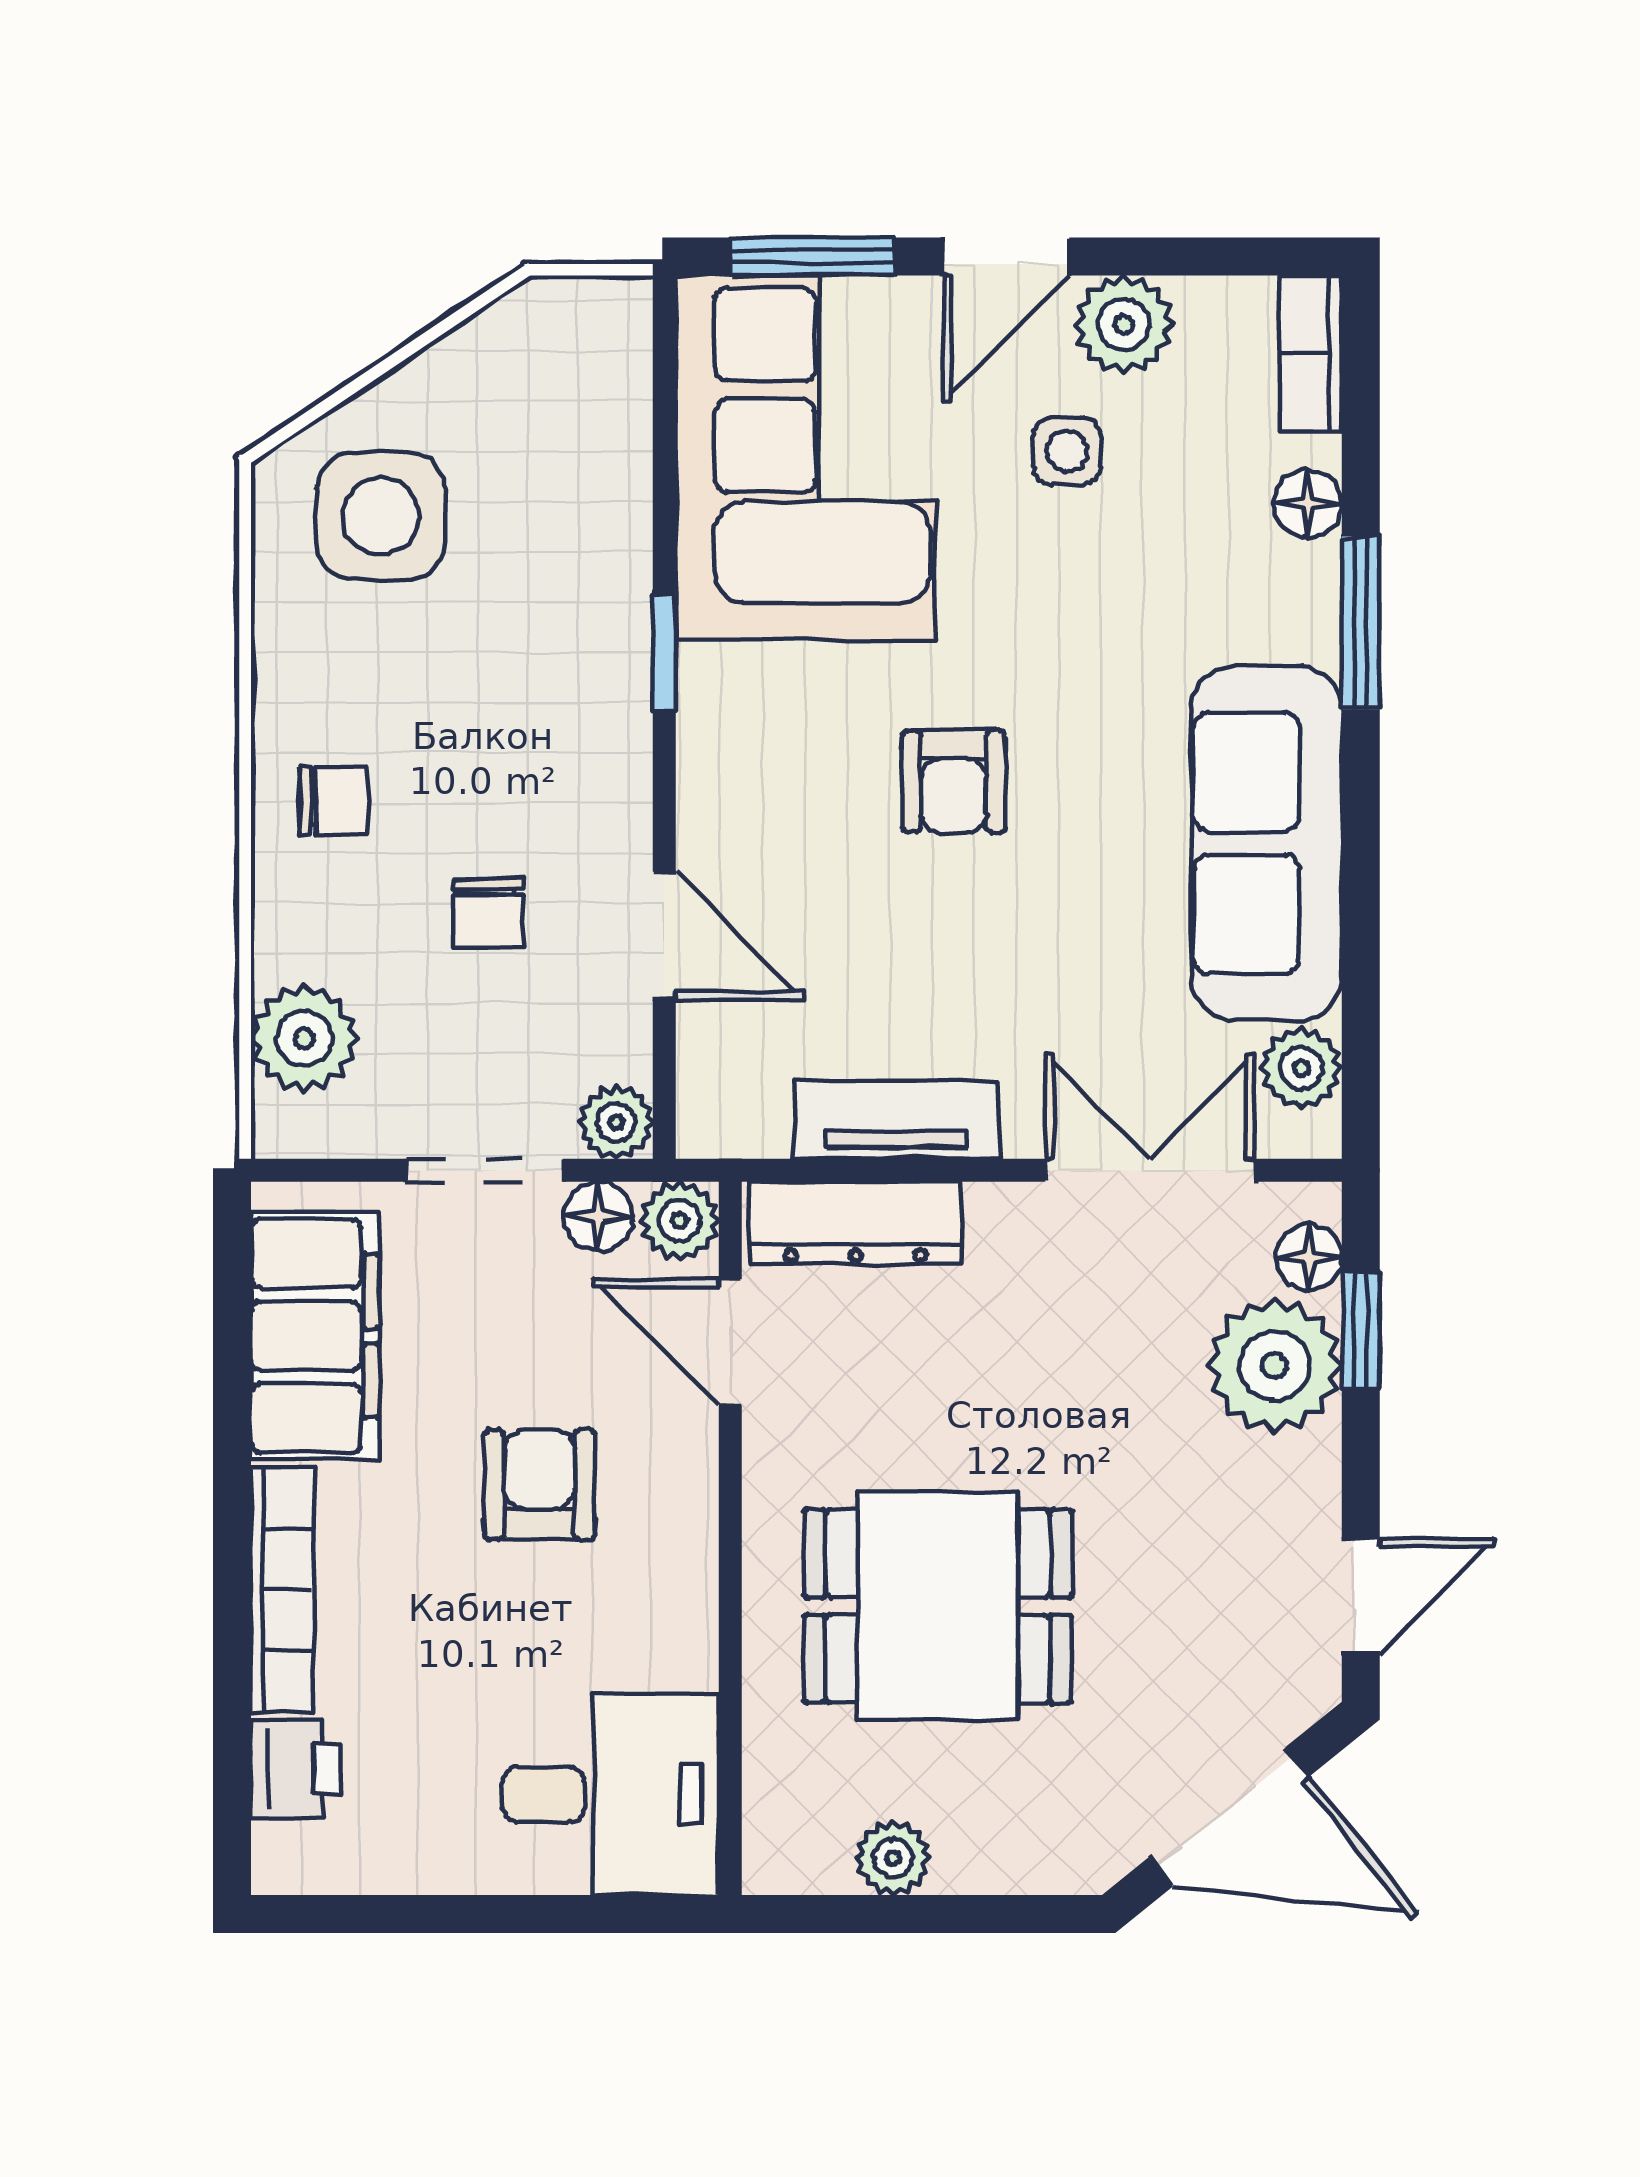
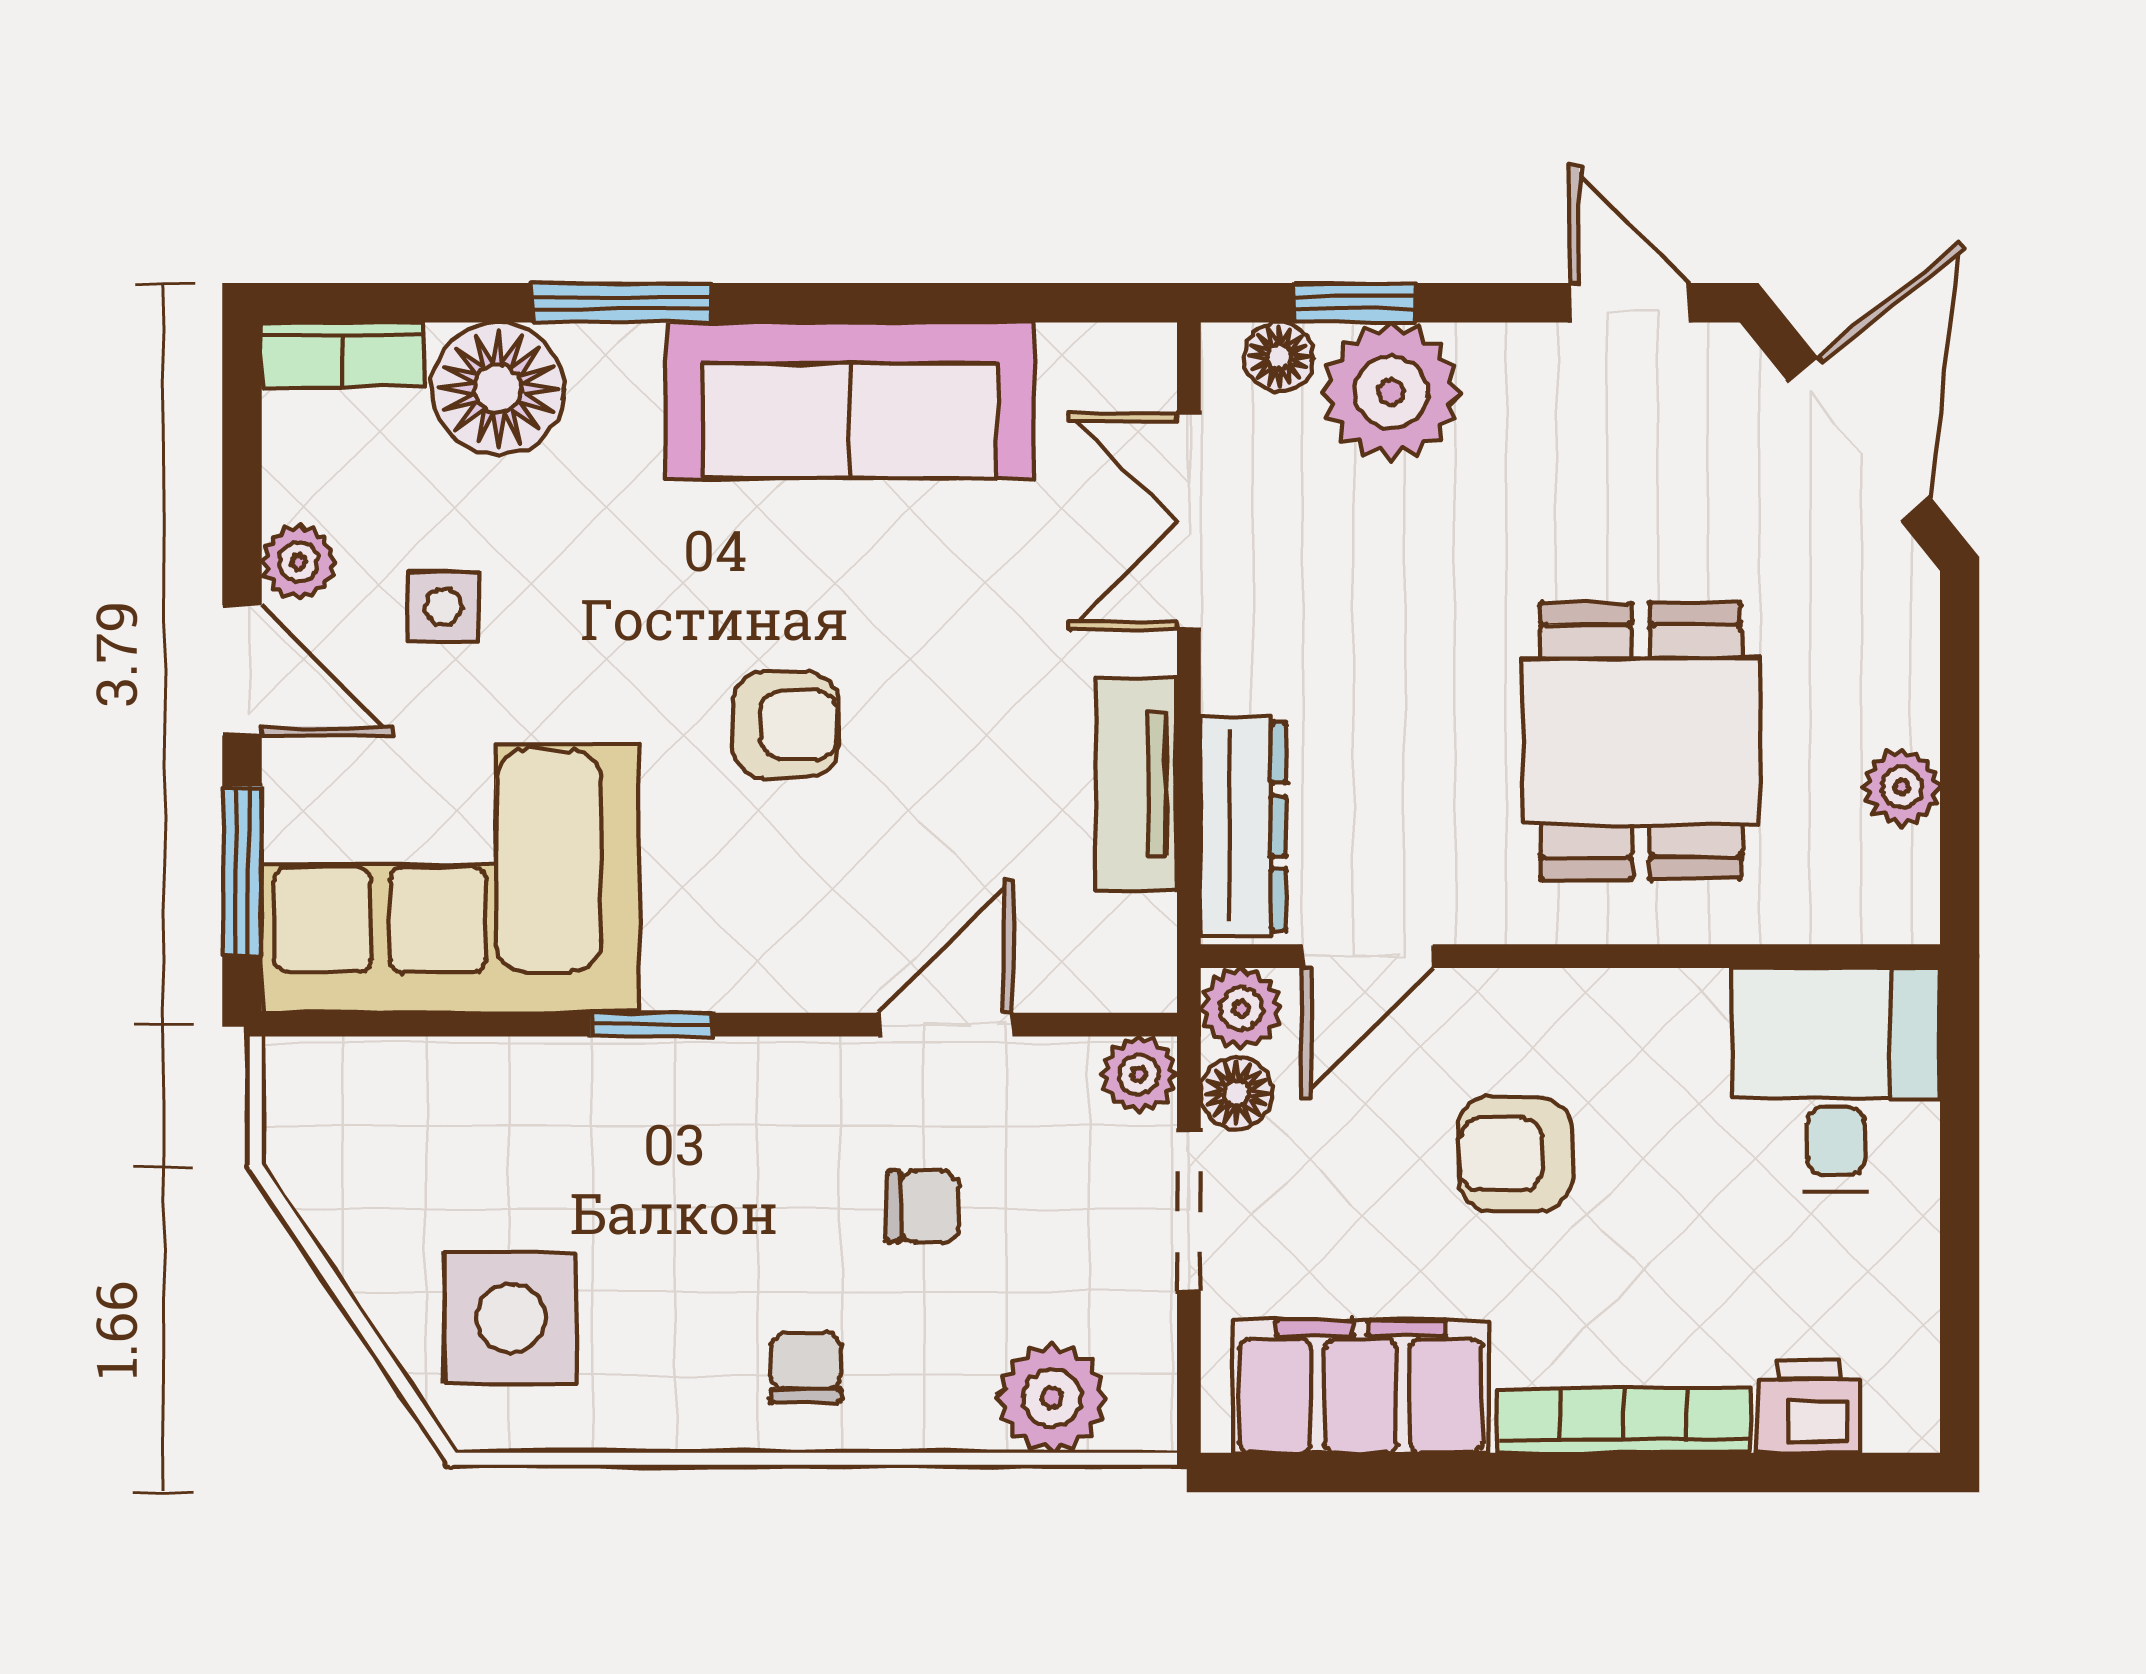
plant: (1124, 325) -> (299, 562), width x0.73, depth x0.73
floor lamp: (1308, 504) -> (498, 389), width x1.89, depth x1.89
plant: (1302, 1068) -> (1083, 364), removed

